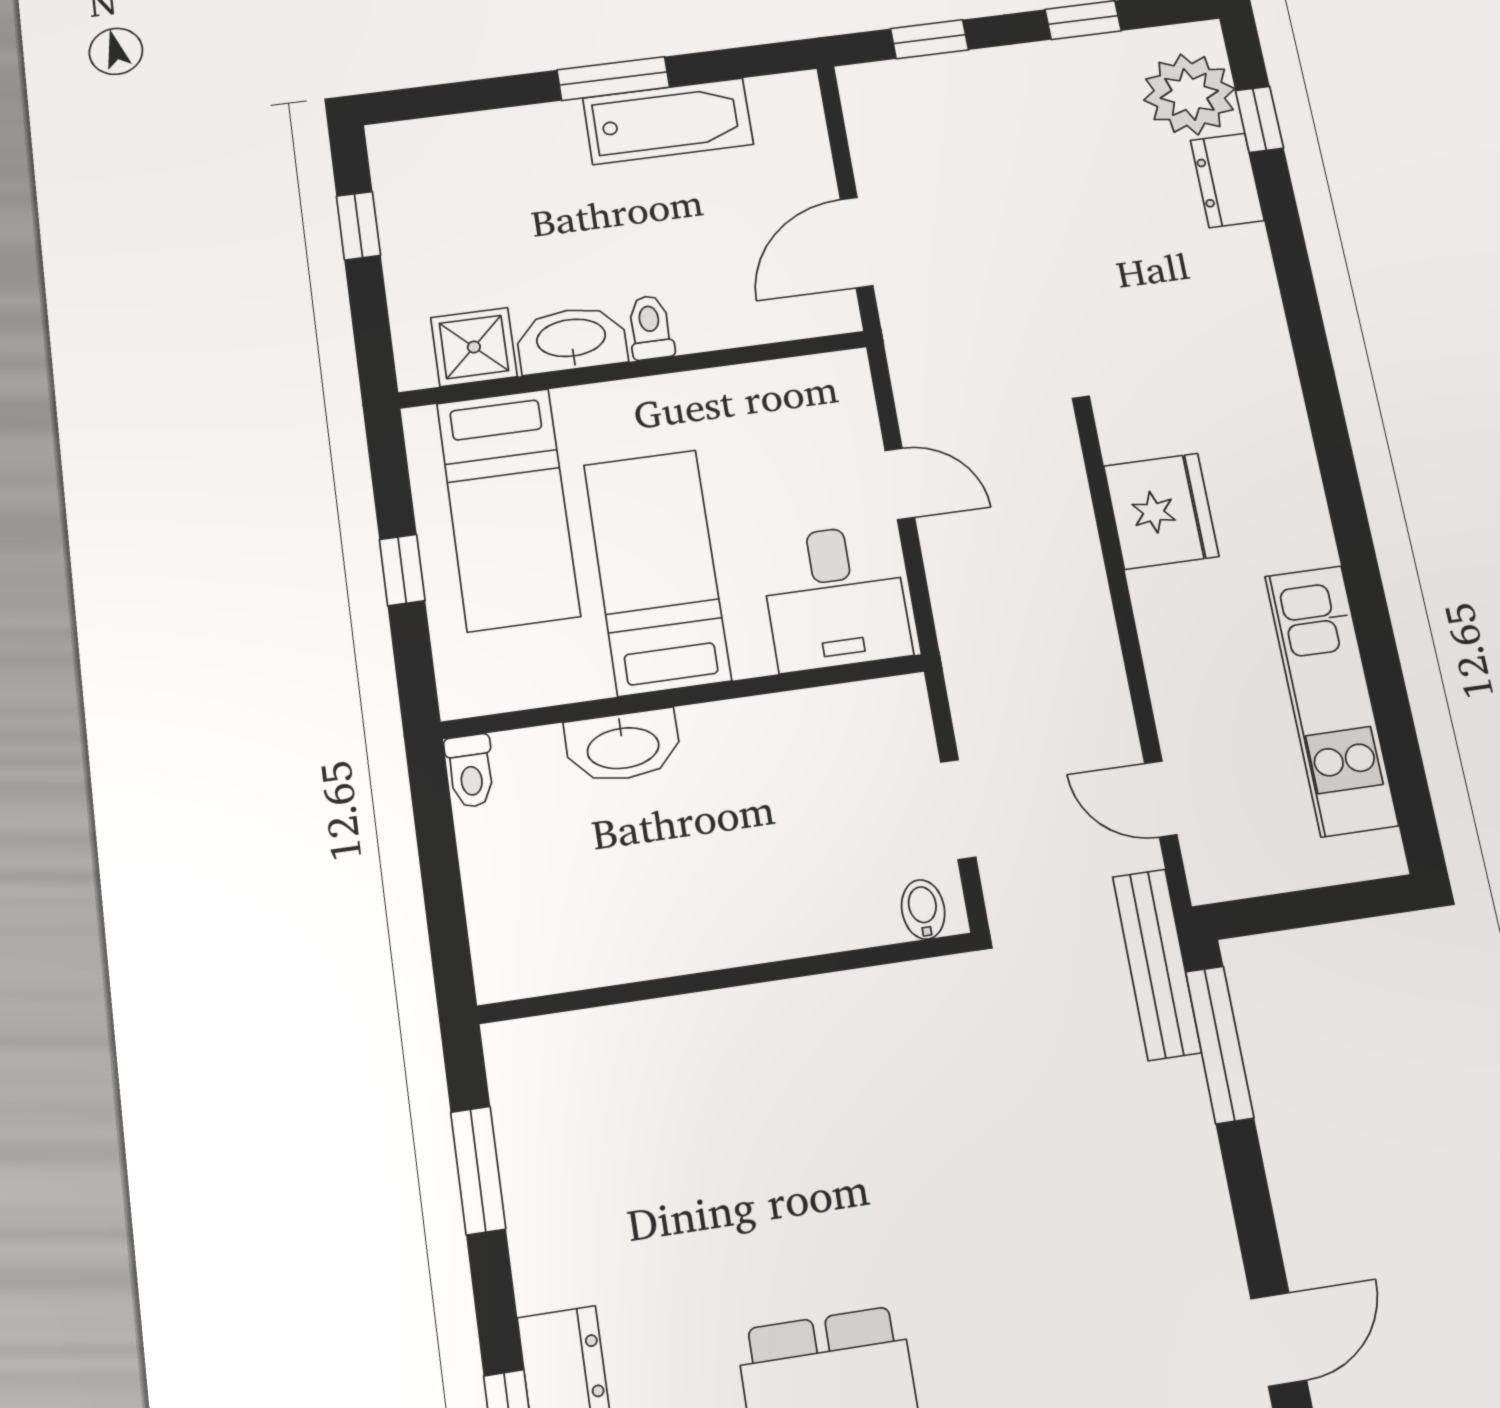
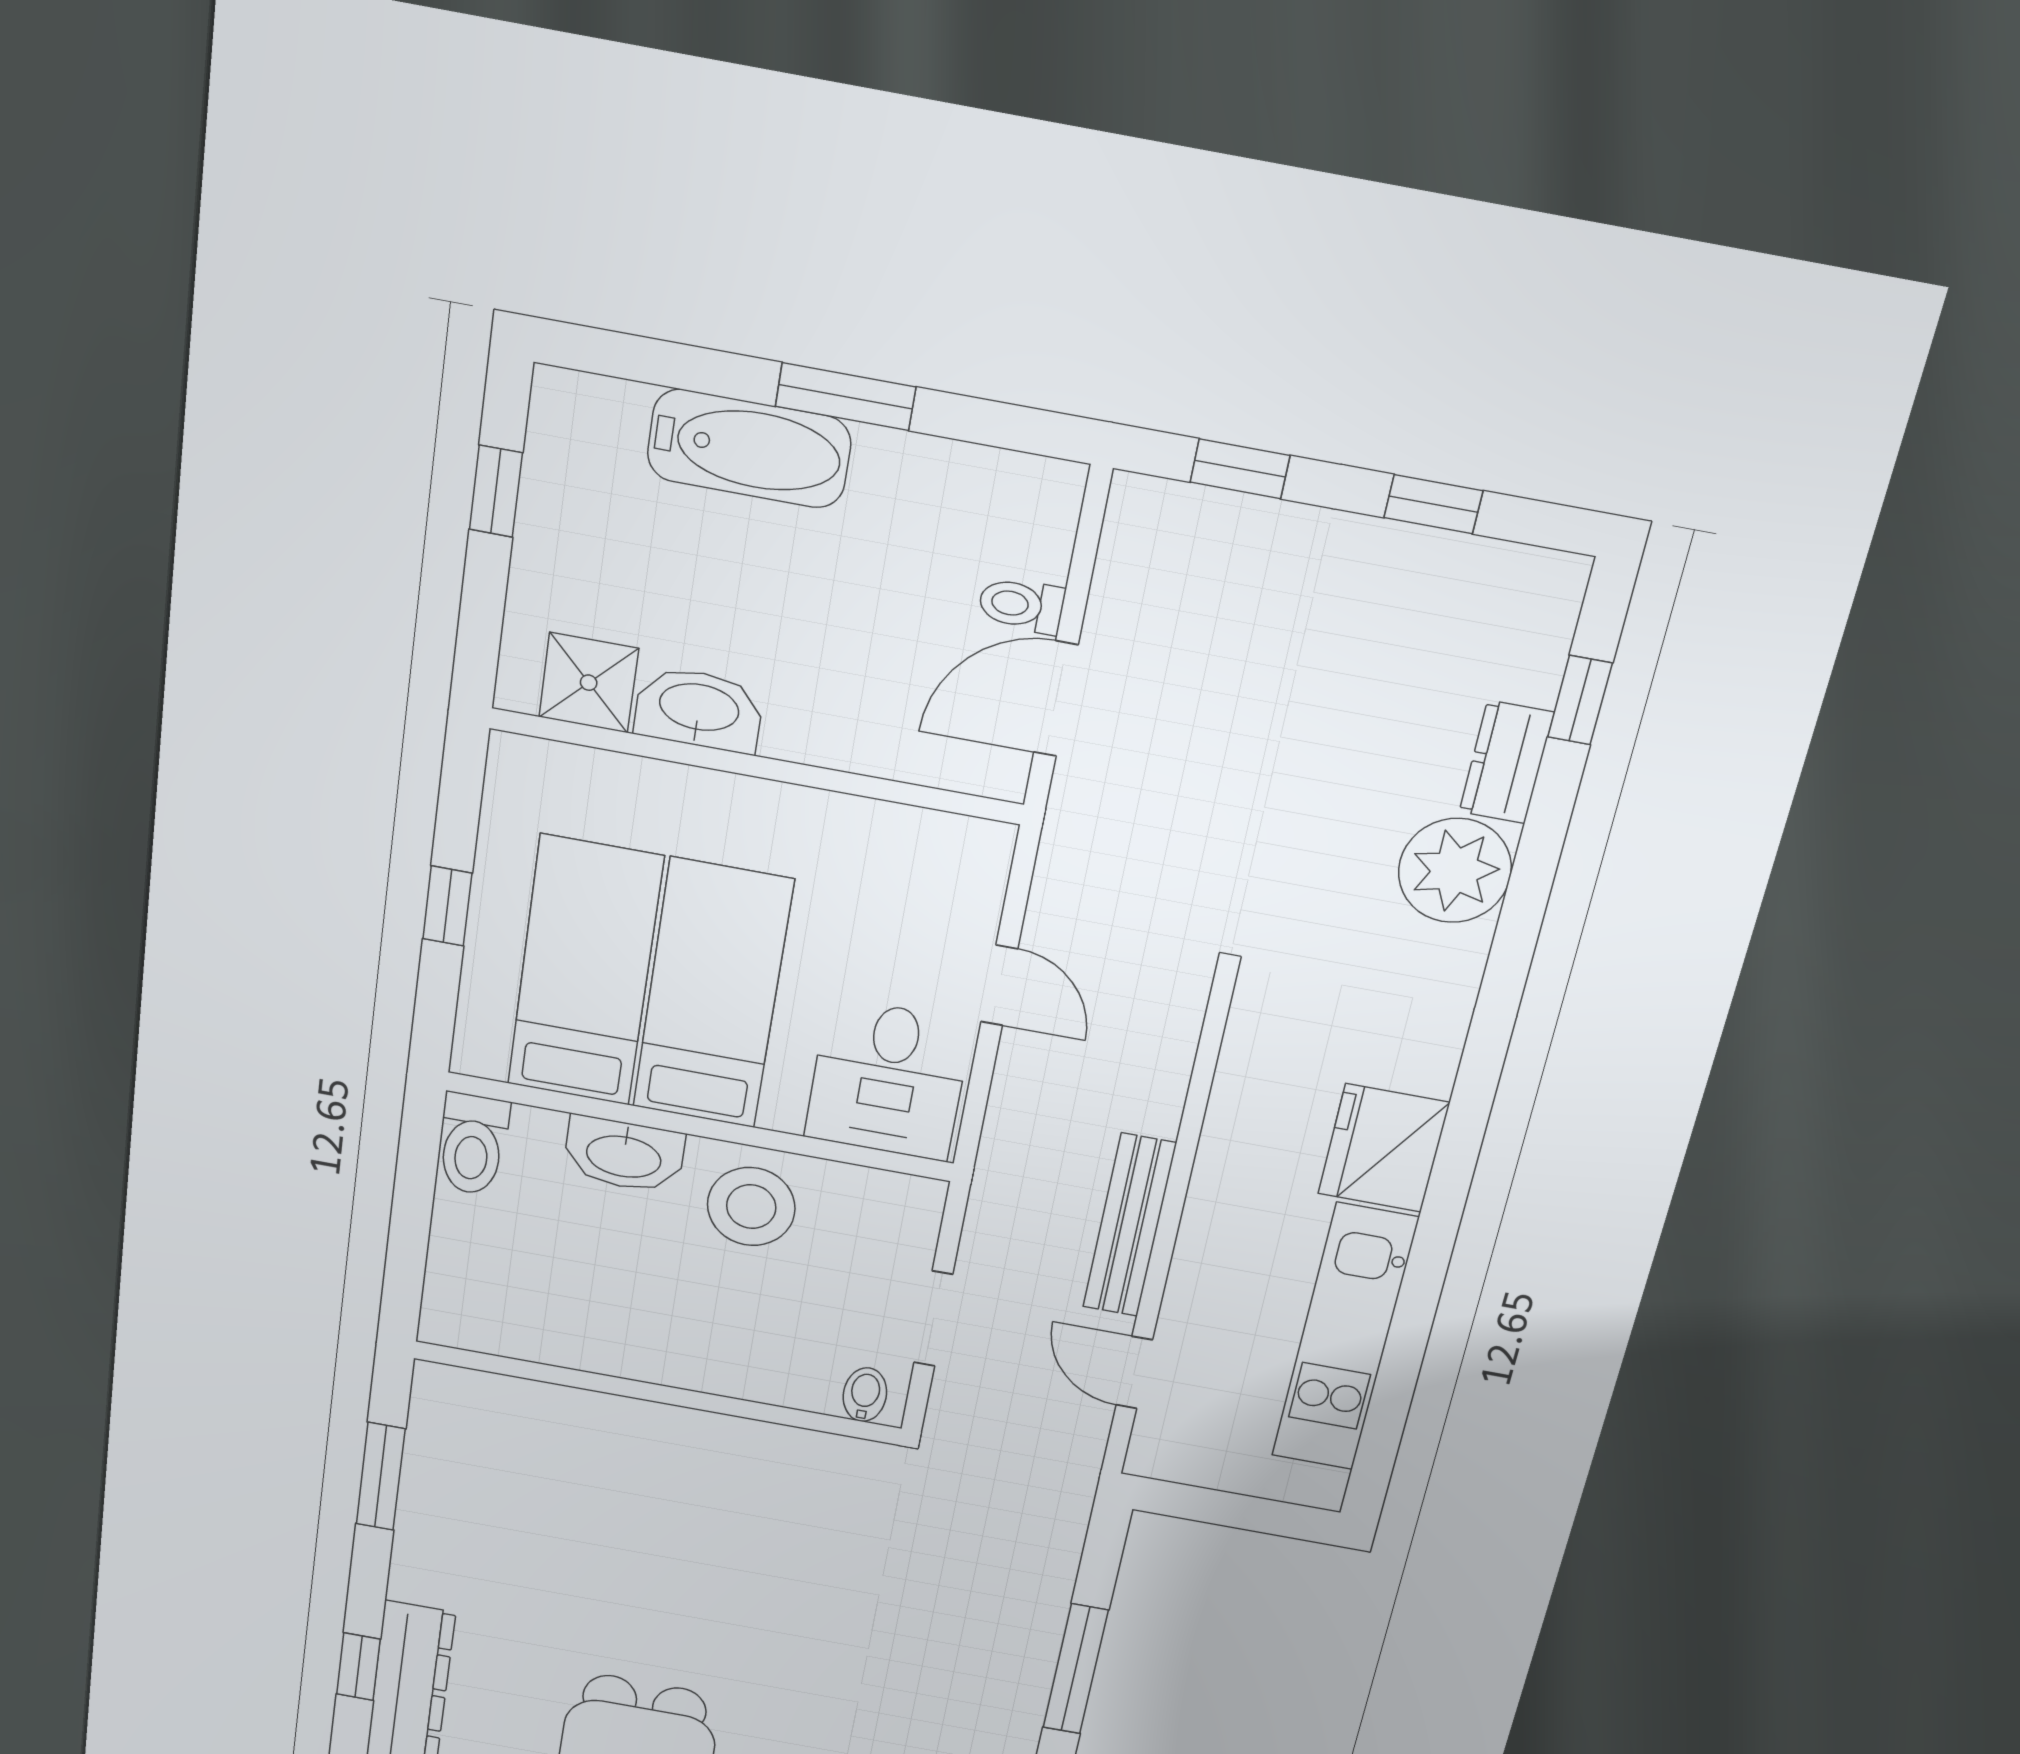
plant: (1189, 94) -> (1455, 871), moved
bathtub: (668, 121) -> (749, 449), moved
toilet: (650, 327) -> (1021, 605), moved, turned -90
bed: (508, 509) -> (585, 971), moved, turned 180
fridge: (1161, 511) -> (1384, 1148), moved, turned 180
stool: (754, 757) -> (751, 1207), added
toilet: (470, 771) -> (473, 1144), width x1.37, depth x1.39
bench: (1157, 964) -> (1129, 1225), moved
window: (1220, 1045) -> (1076, 1669), moved

